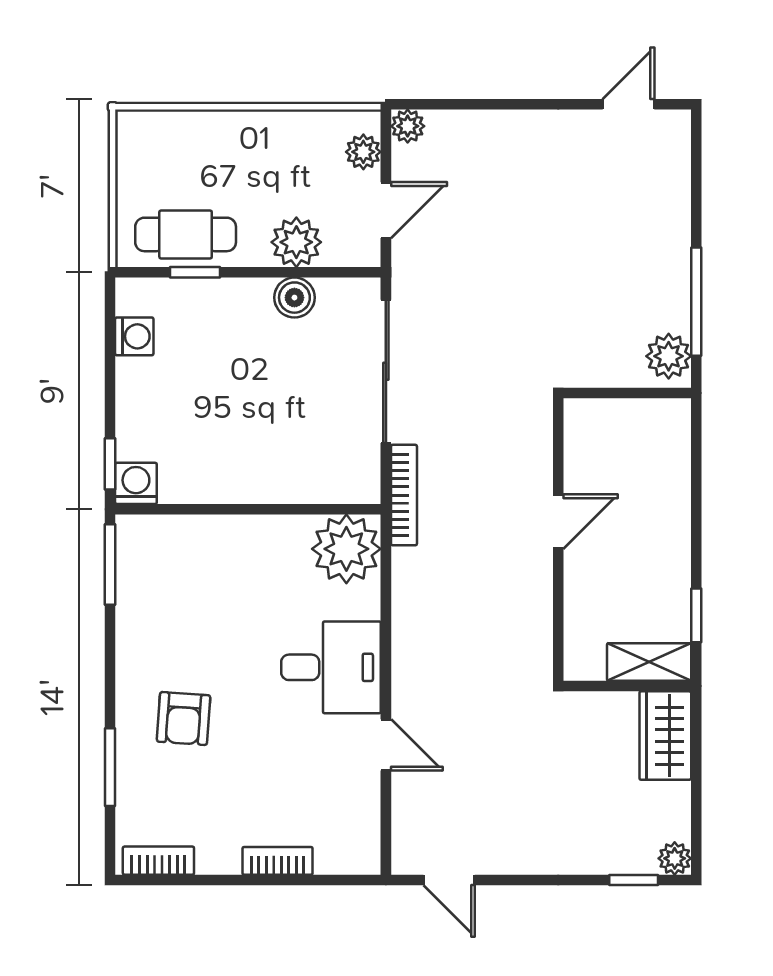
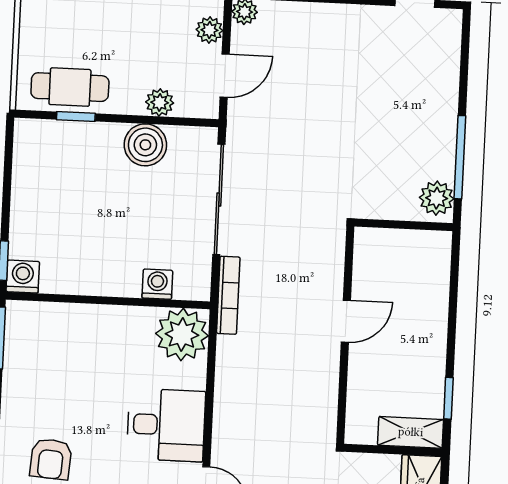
plant: (296, 242) -> (160, 102), width x0.73, depth x0.73
boiler: (294, 298) -> (145, 145), width x1.36, depth x1.36
washing machine: (134, 336) -> (157, 284), moved, turned -90

